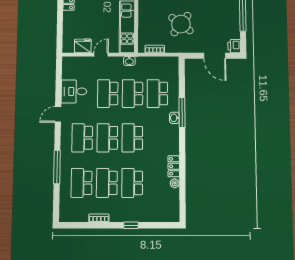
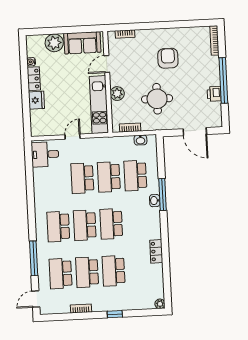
plant: (144, 18) -> (117, 94), added
round table: (181, 24) -> (157, 99), turned -37
fridge: (83, 46) -> (36, 100), moved, turned 90
printer: (234, 46) -> (214, 94), moved
washbasin: (129, 61) -> (140, 140), moved
desk: (74, 91) -> (45, 154), moved
door: (58, 114) -> (36, 299), moved
plant: (175, 183) -> (160, 304), moved

